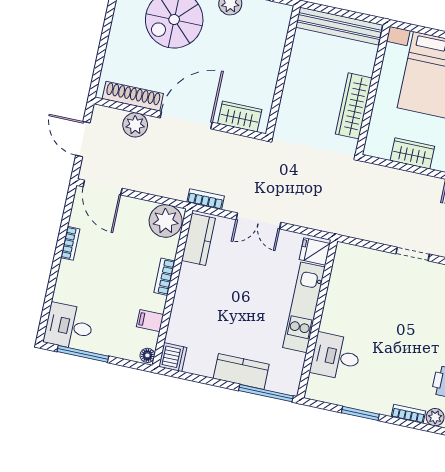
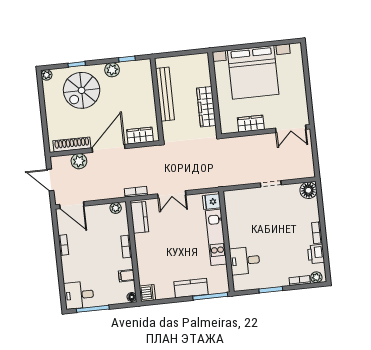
bench: (339, 26) -> (165, 94), moved, turned 90
plant: (166, 221) -> (116, 208), width x0.53, depth x0.53

